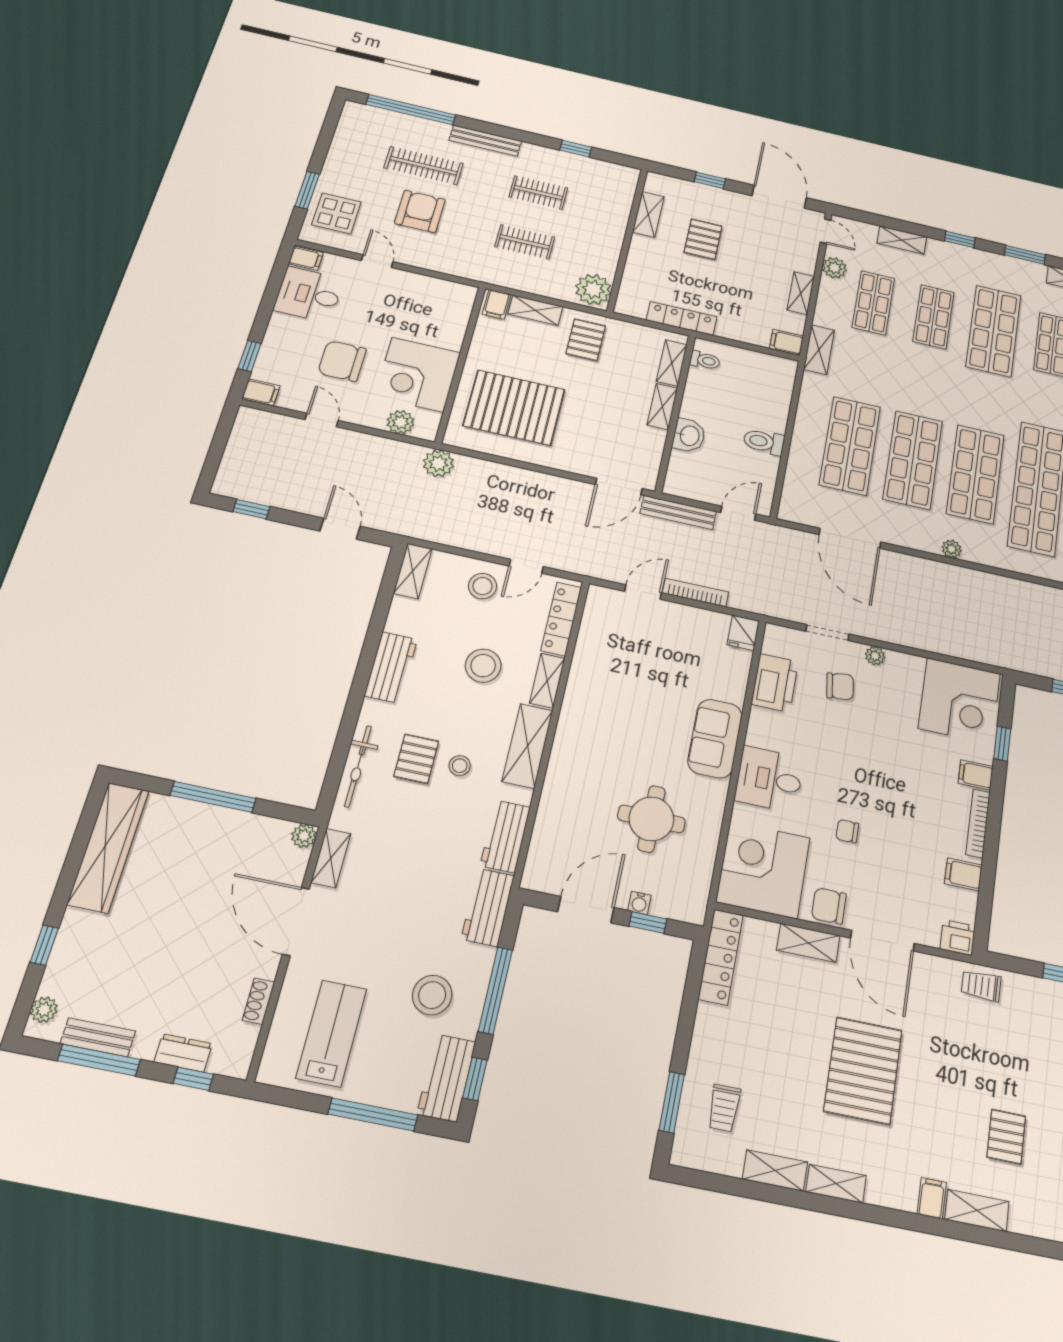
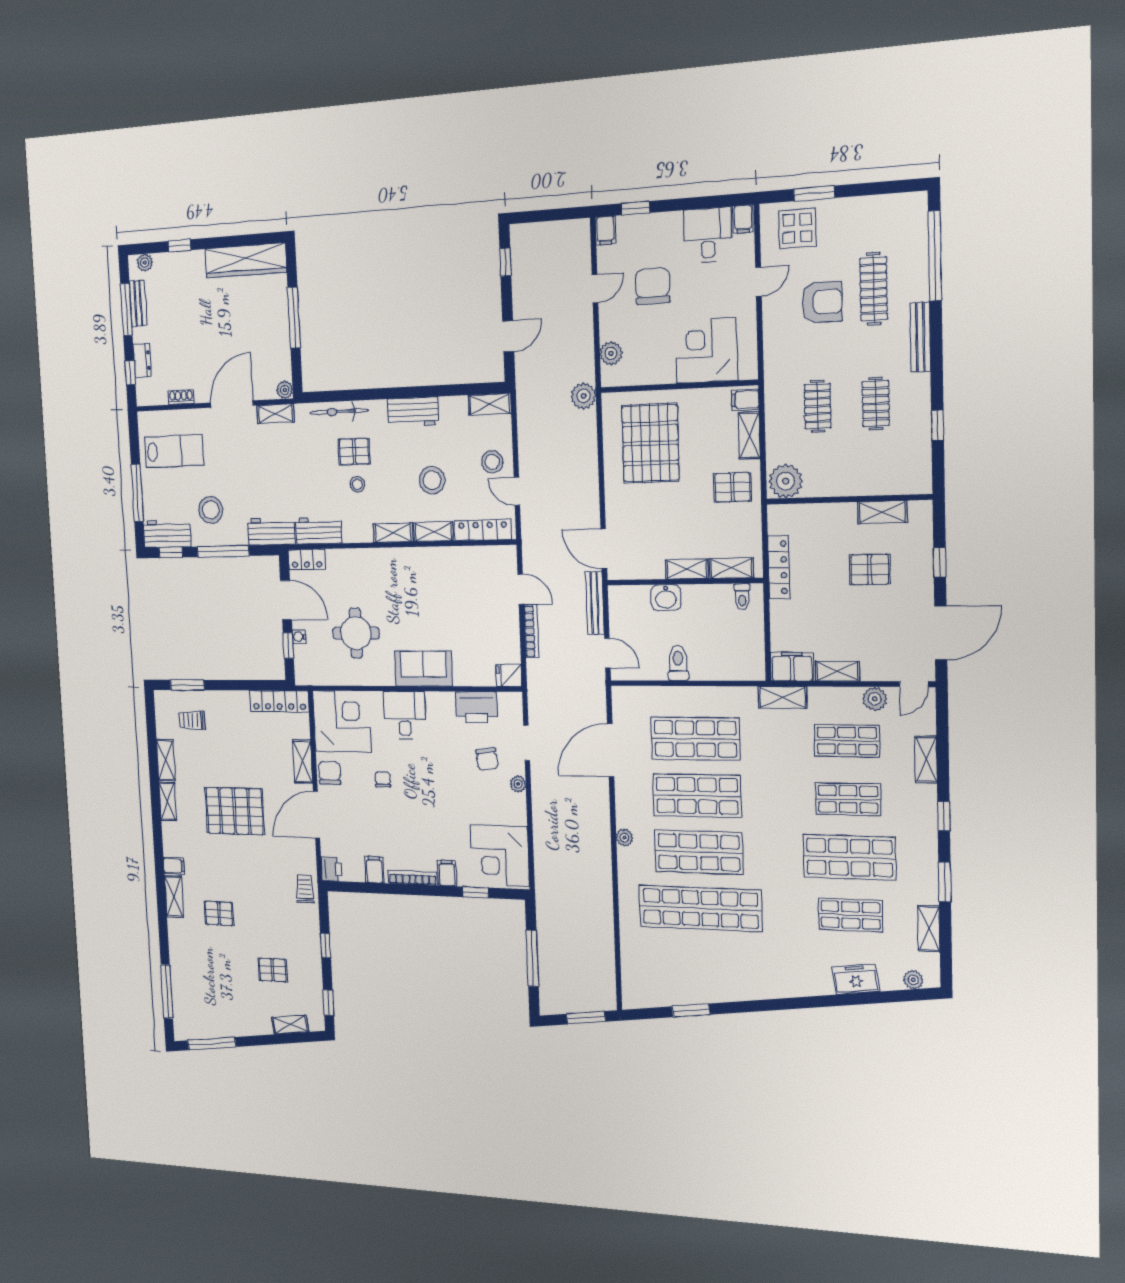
filing cabinet: (786, 342) -> (792, 667), width x2.00
corner desk: (418, 375) -> (706, 351), moved
shelving: (528, 746) -> (393, 533), width x0.67, depth x0.75
locker: (539, 864) -> (307, 559), added

